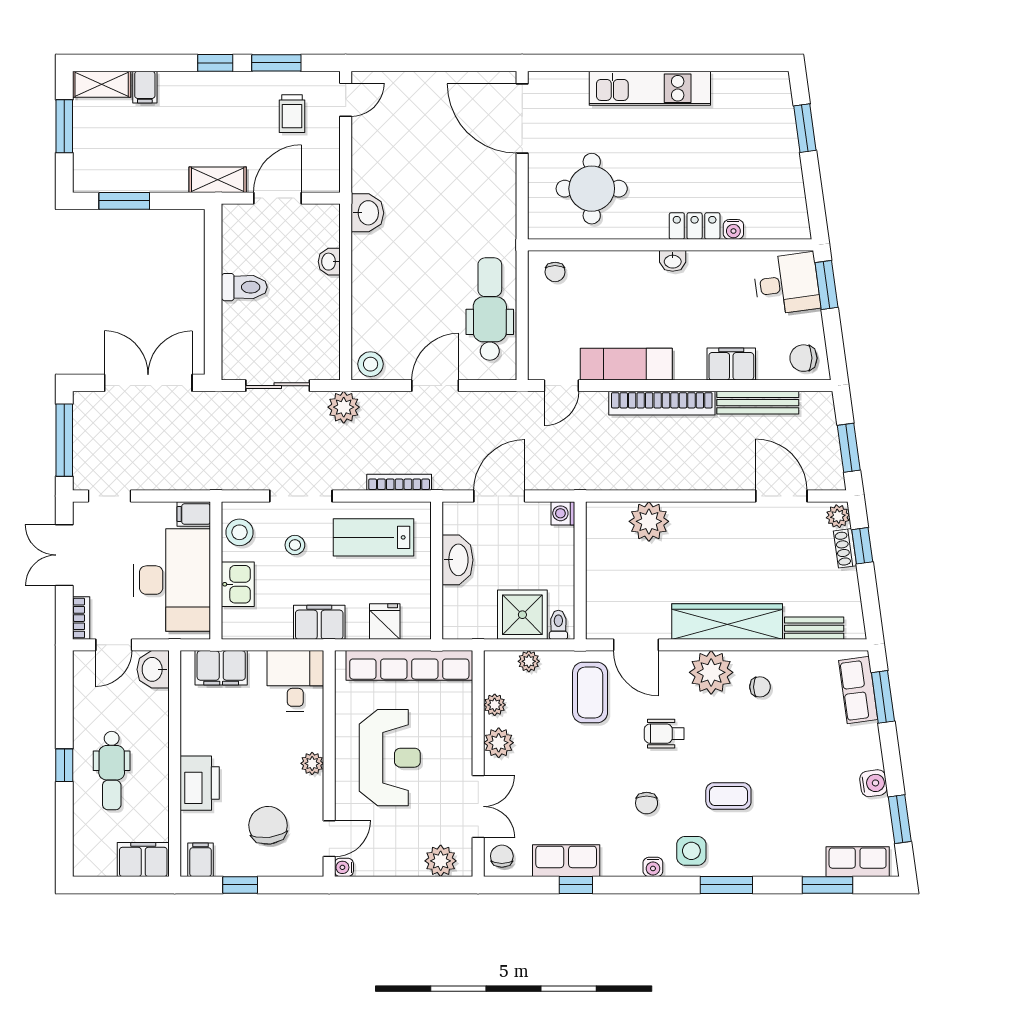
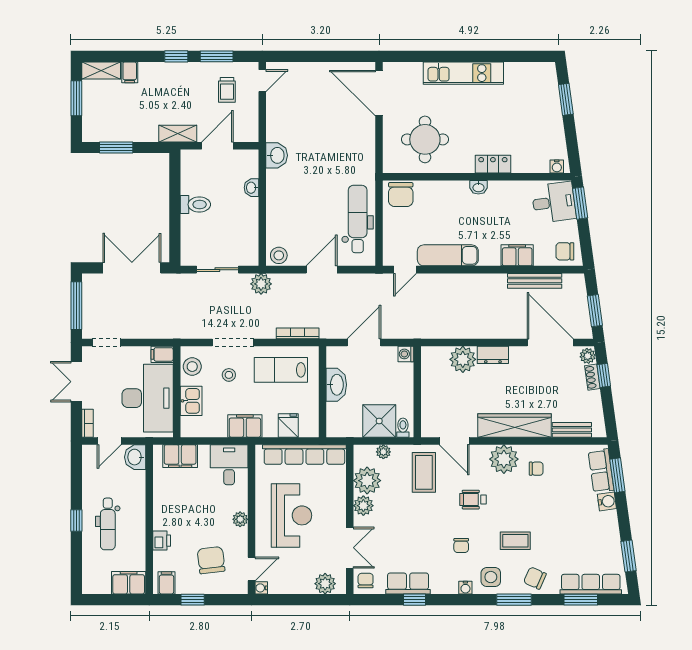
water cooler: (733, 229) -> (557, 166), moved
chair: (555, 272) -> (401, 194), width x1.87, depth x1.87
bookcase: (662, 403) -> (471, 281), removed
door: (781, 496) -> (550, 343), width x1.36
dresser: (695, 515) -> (493, 355), added
plant: (495, 705) -> (367, 481), width x1.87, depth x1.87
printer: (200, 783) -> (162, 541), width x0.53, depth x0.68
water cooler: (873, 783) -> (607, 501), moved
chair: (758, 852) -> (535, 578), added
row of seats: (858, 862) -> (591, 584), width x1.48

